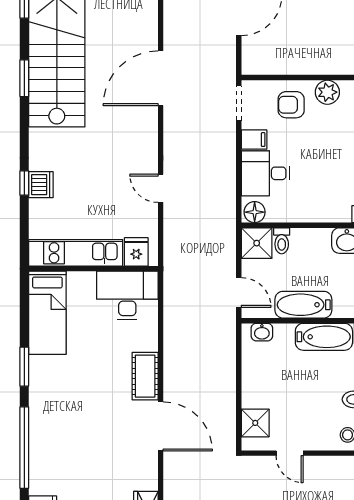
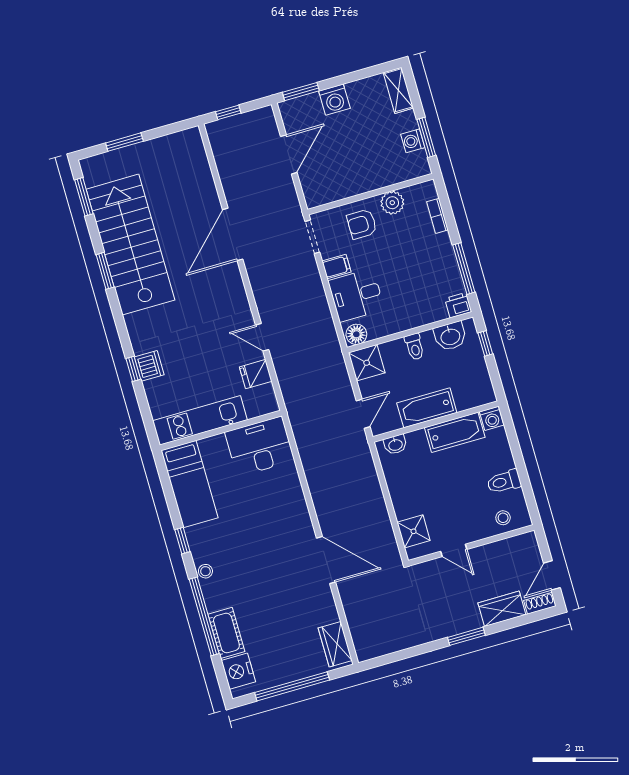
toilet: (282, 241) -> (415, 347), moved
fridge: (136, 252) -> (256, 374), moved, turned -90
door: (239, 292) -> (363, 414), hinge flipped
window: (24, 367) -> (182, 541), width x0.67
cot: (145, 376) -> (226, 633), moved
stool: (38, 403) -> (205, 571), added

